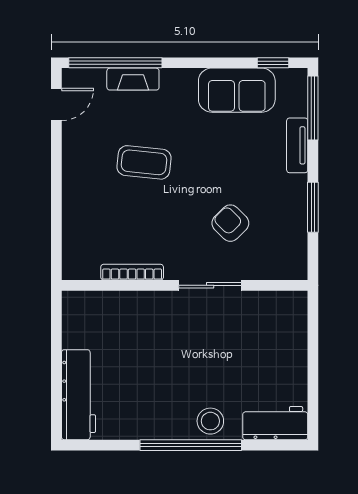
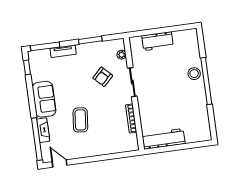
sofa: (237, 90) -> (44, 99), moved
plant: (272, 270) -> (122, 55), added
workbench: (78, 395) -> (163, 139), moved
workbench: (275, 423) -> (157, 41), moved, turned -90

